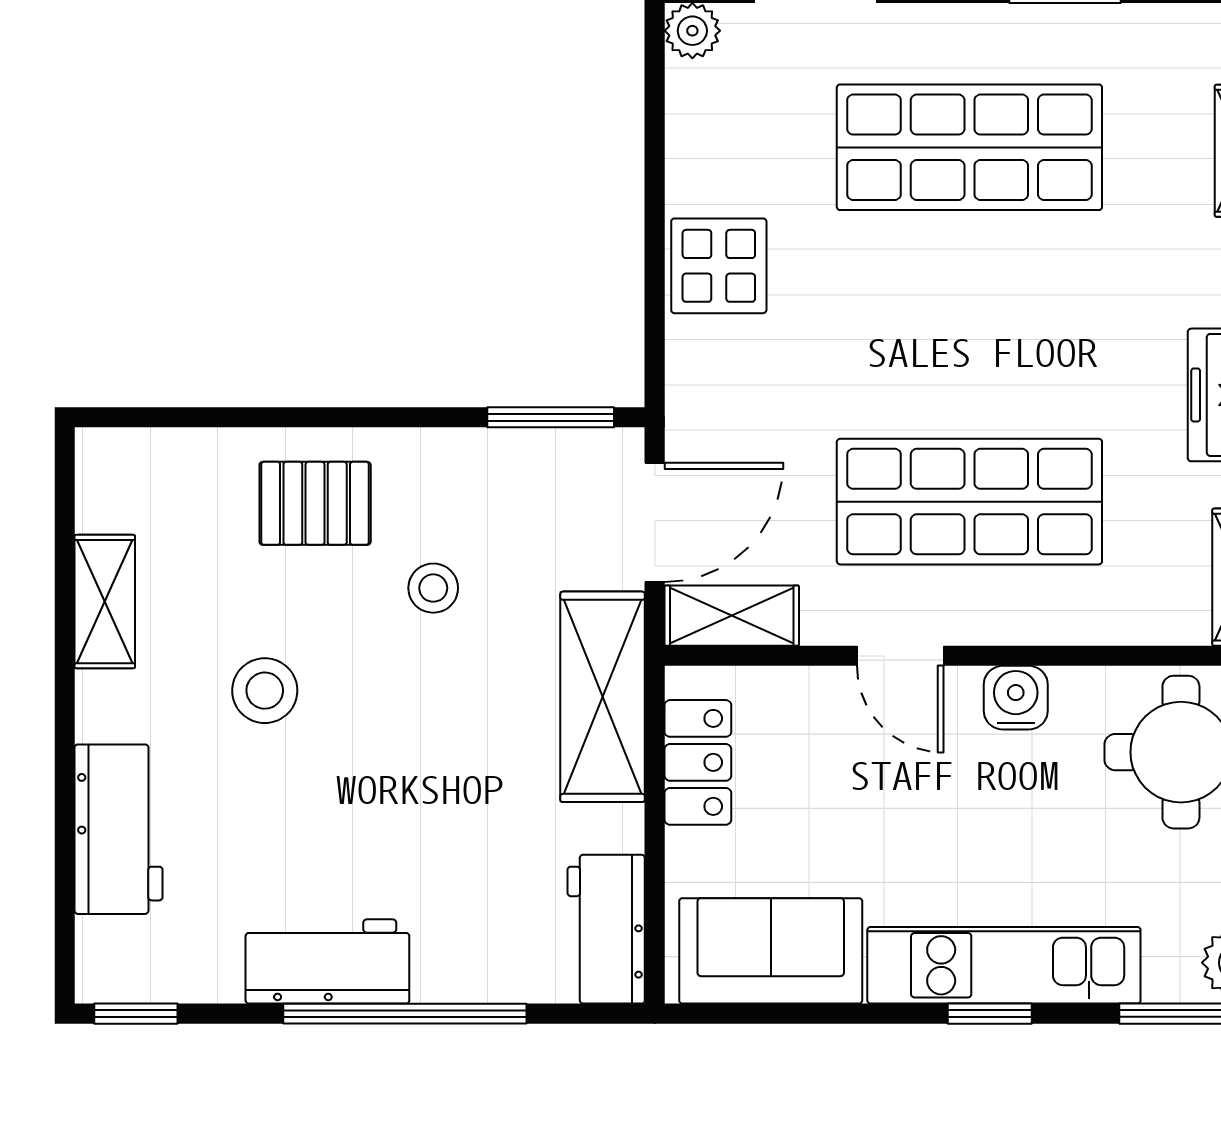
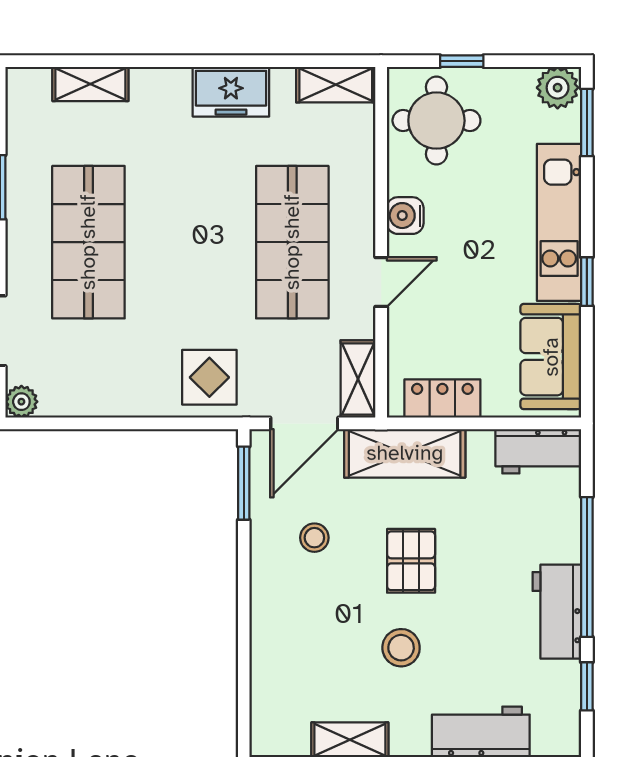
display table: (719, 266) -> (209, 377), moved
pallet: (315, 503) -> (411, 561), moved
door: (655, 522) -> (304, 423), swing flipped
stool: (433, 588) -> (314, 538), moved
window: (136, 1014) -> (587, 686), moved
window: (990, 1014) -> (587, 282), moved

